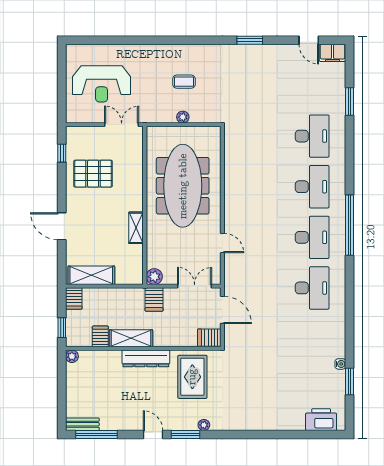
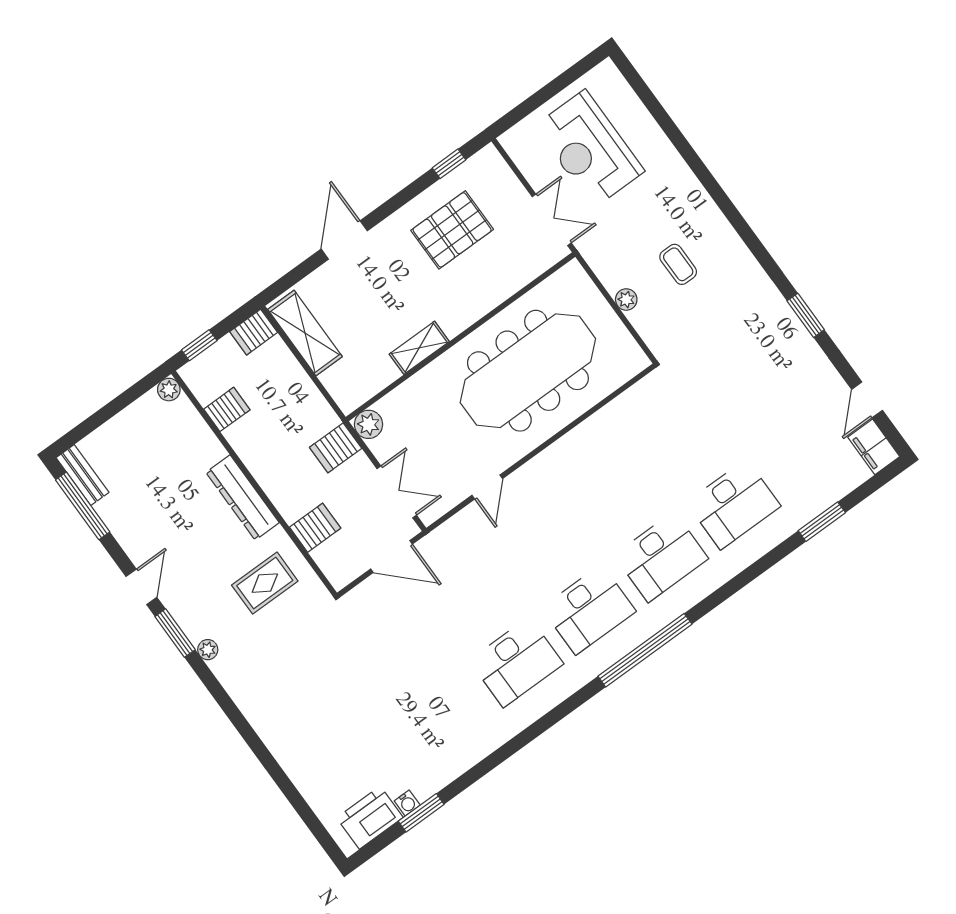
pallet: (93, 174) -> (452, 230), turned 90
door: (222, 310) -> (392, 557), hinge flipped
shelving: (131, 338) -> (256, 455), removed
server rack: (209, 338) -> (315, 528), moved, turned 90
water cooler: (340, 364) -> (407, 803), moved
rug: (192, 377) -> (265, 583), width x0.73, depth x0.70
printer: (321, 420) -> (370, 818), moved, turned -90

